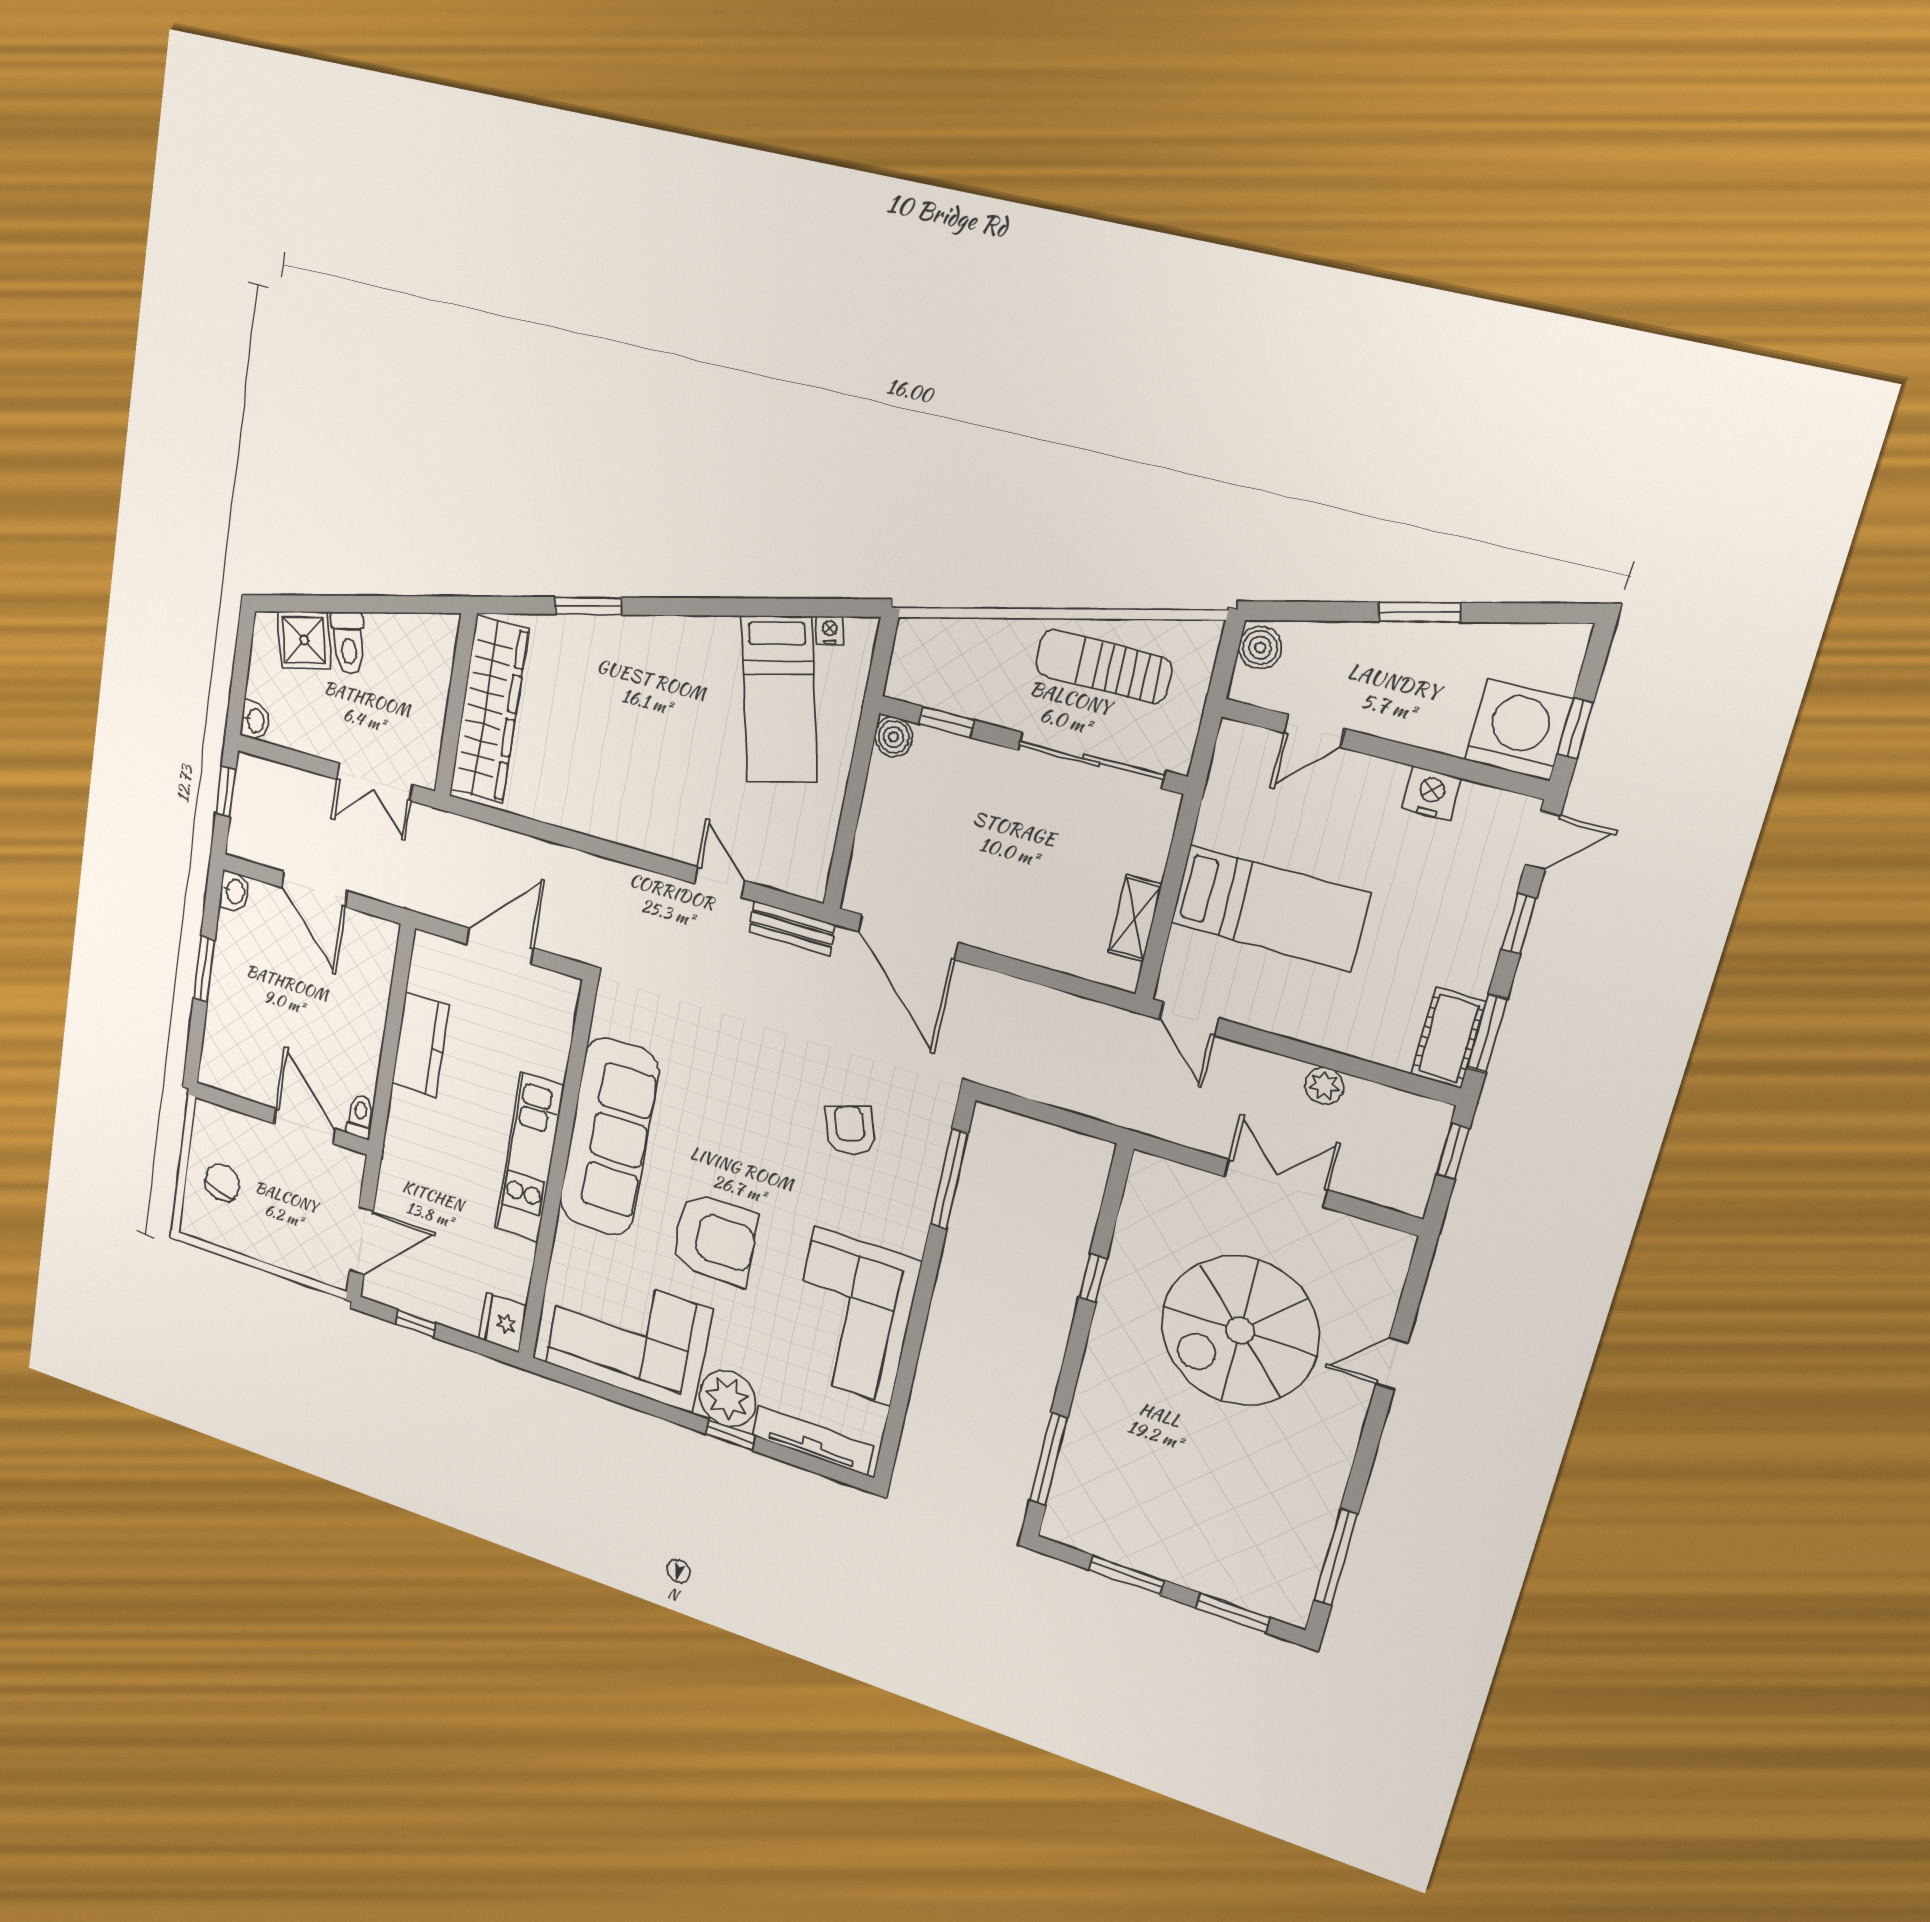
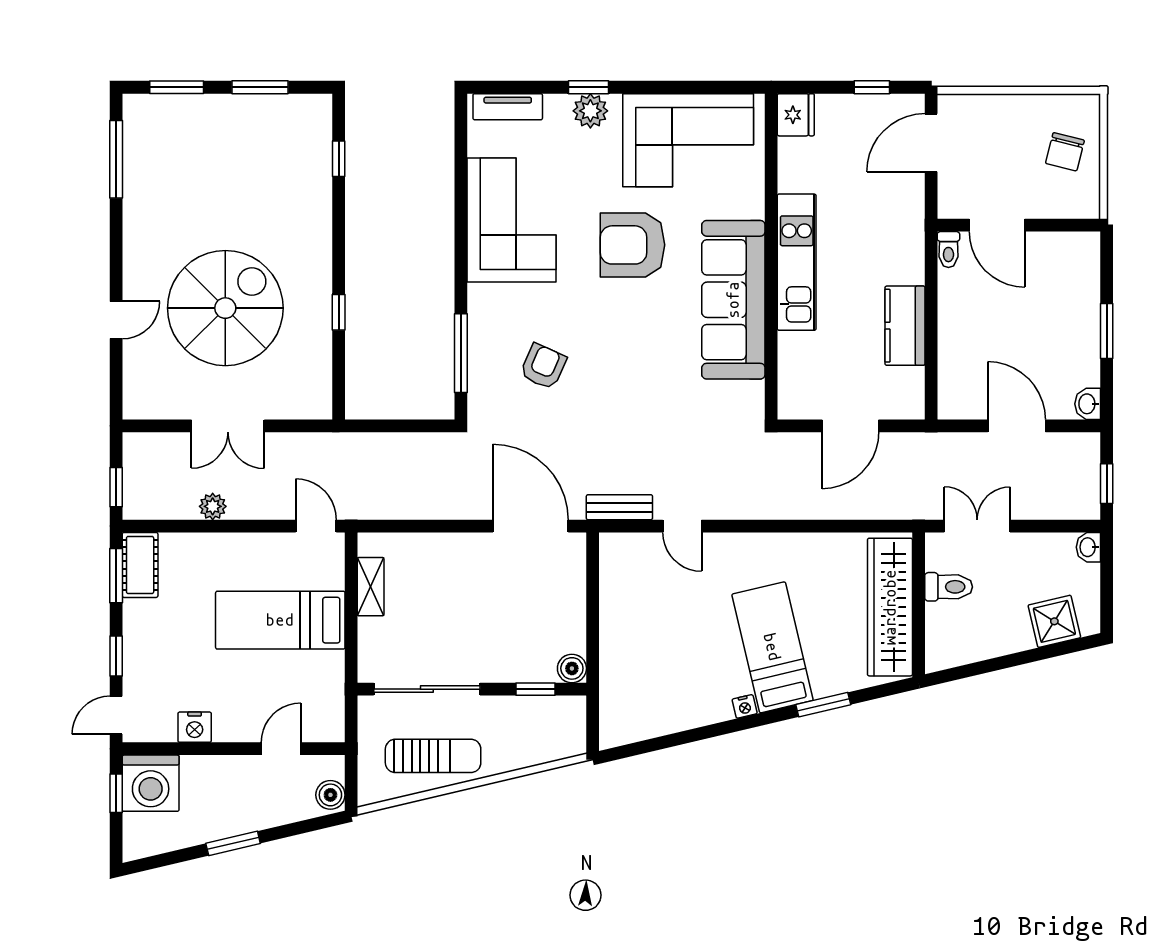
nightstand: (830, 630) -> (745, 706), moved
toilet: (348, 643) -> (949, 587), moved, turned 103
bed: (779, 700) -> (772, 647), moved
armchair: (850, 1130) -> (543, 366), turned -137
plant: (728, 1399) -> (590, 111), width x0.73, depth x0.73
tv unit: (813, 1441) -> (508, 107), width x0.71
window: (1049, 1459) -> (339, 159), width x0.46

